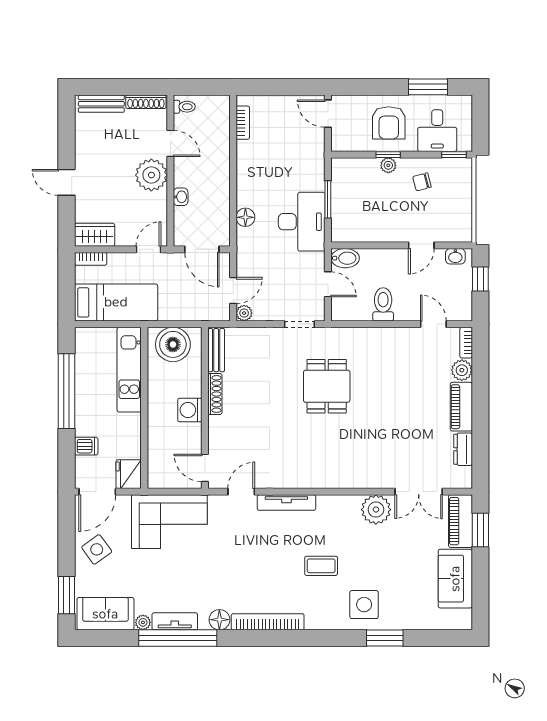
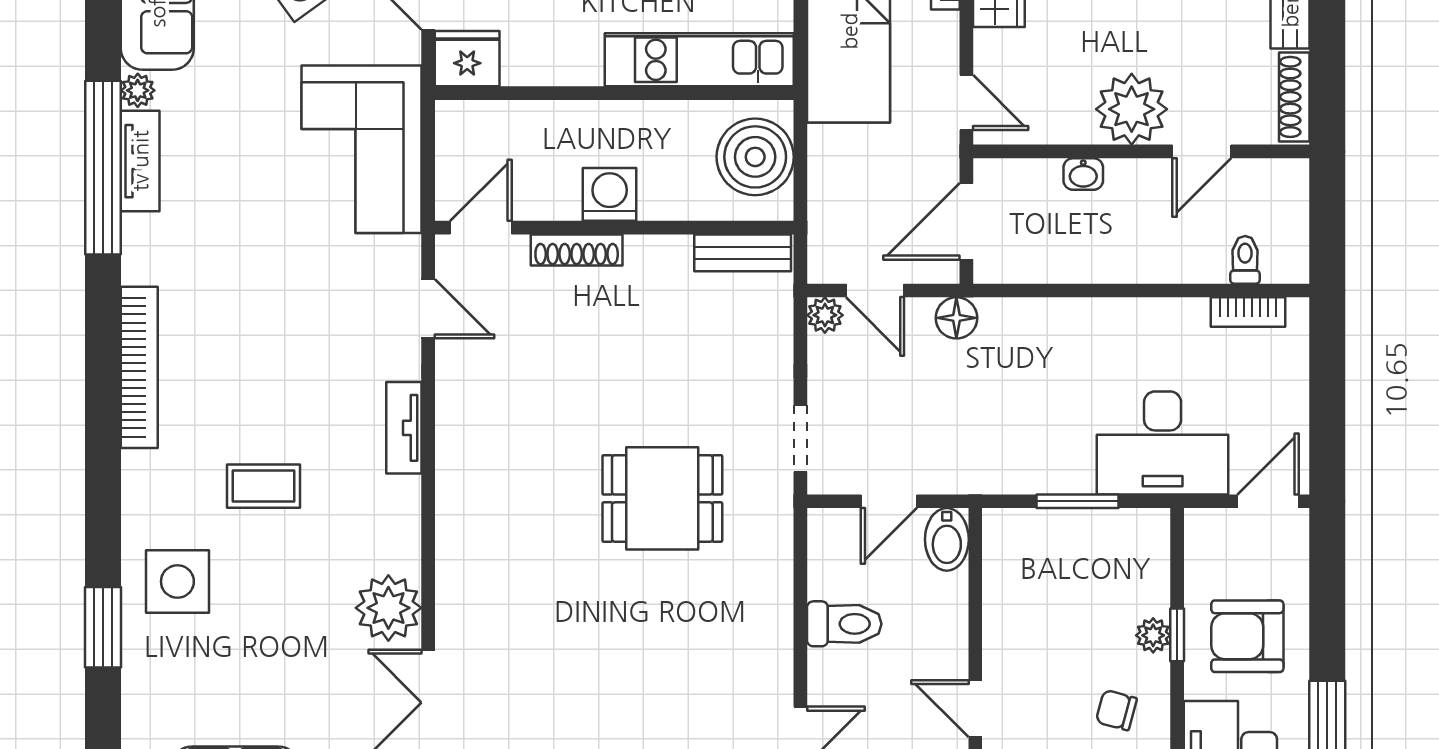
toilet: (184, 107) -> (1245, 260), moved, turned 180
chair: (422, 182) -> (1116, 710), turned -60
floor lamp: (245, 217) -> (956, 318), moved
desk: (302, 222) -> (1163, 443), moved
shoe rack: (215, 394) -> (577, 250), moved
tv unit: (286, 503) -> (404, 428), width x0.71
coffee table: (321, 566) -> (264, 486), turned 90
floor lamp: (219, 620) -> (144, 260), removed

